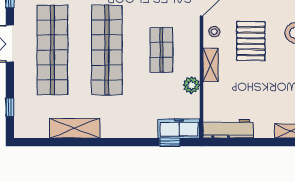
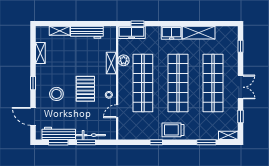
shop shelf: (161, 50) -> (143, 83), width x2.00, depth x1.36
shelving: (211, 65) -> (111, 63), moved
freezer: (117, 128) -> (172, 33), added
workbench: (228, 129) -> (87, 32), moved

